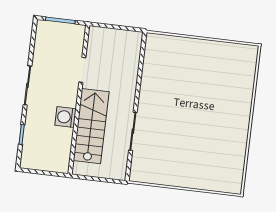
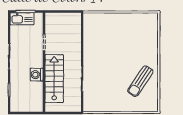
kitchen sink: (54, 31) -> (22, 19), added
sun lounger: (220, 145) -> (140, 81), added

